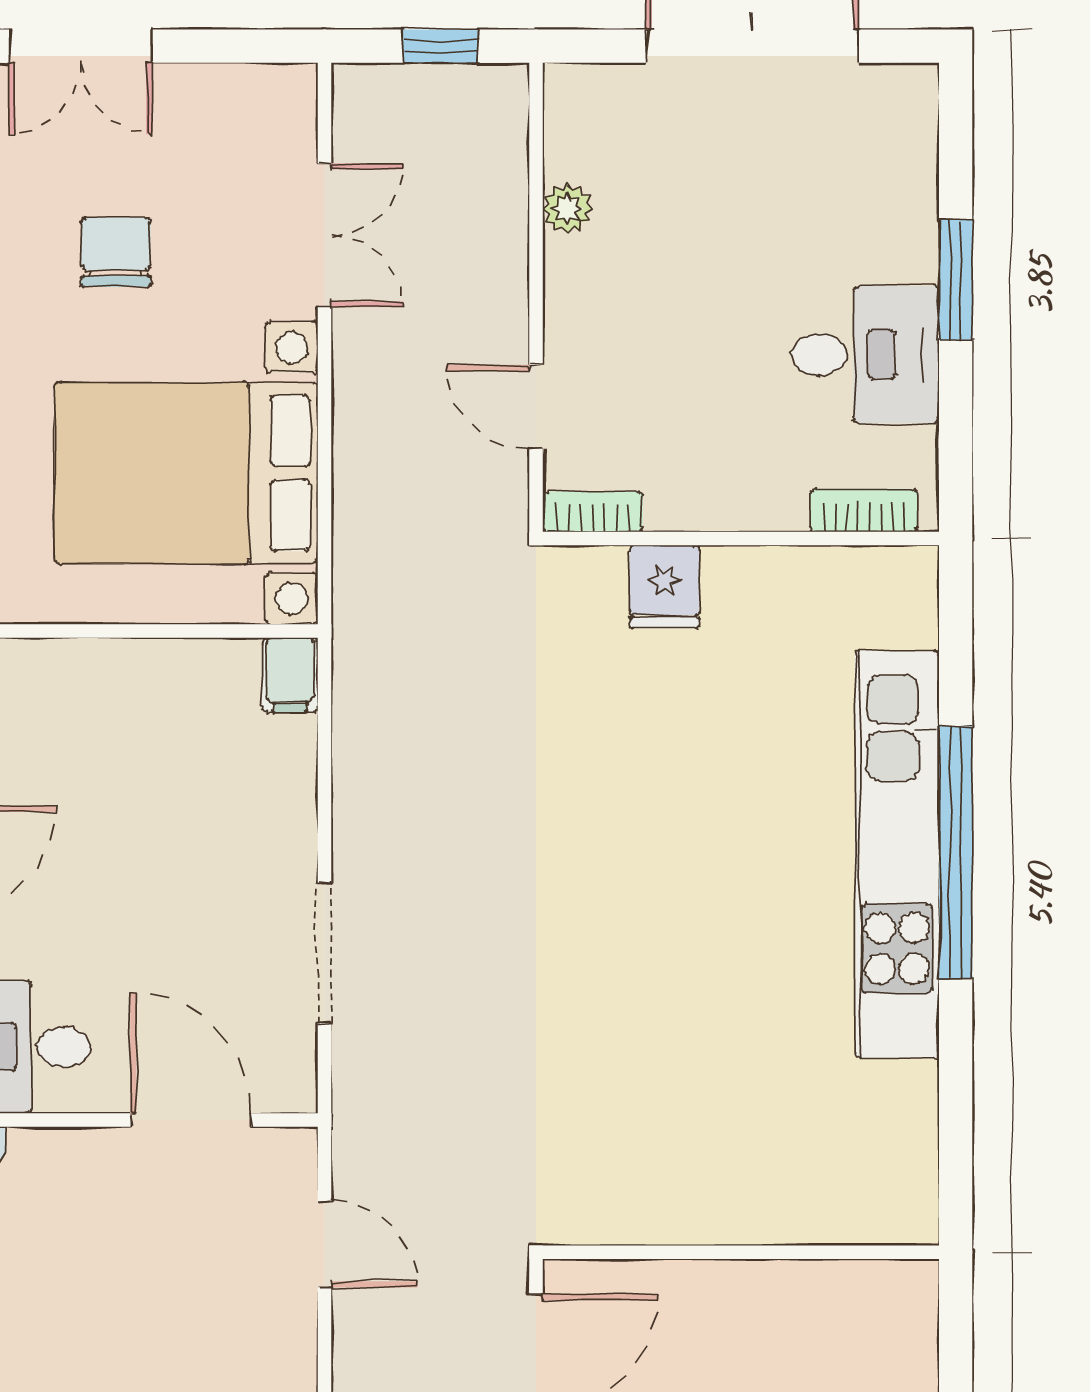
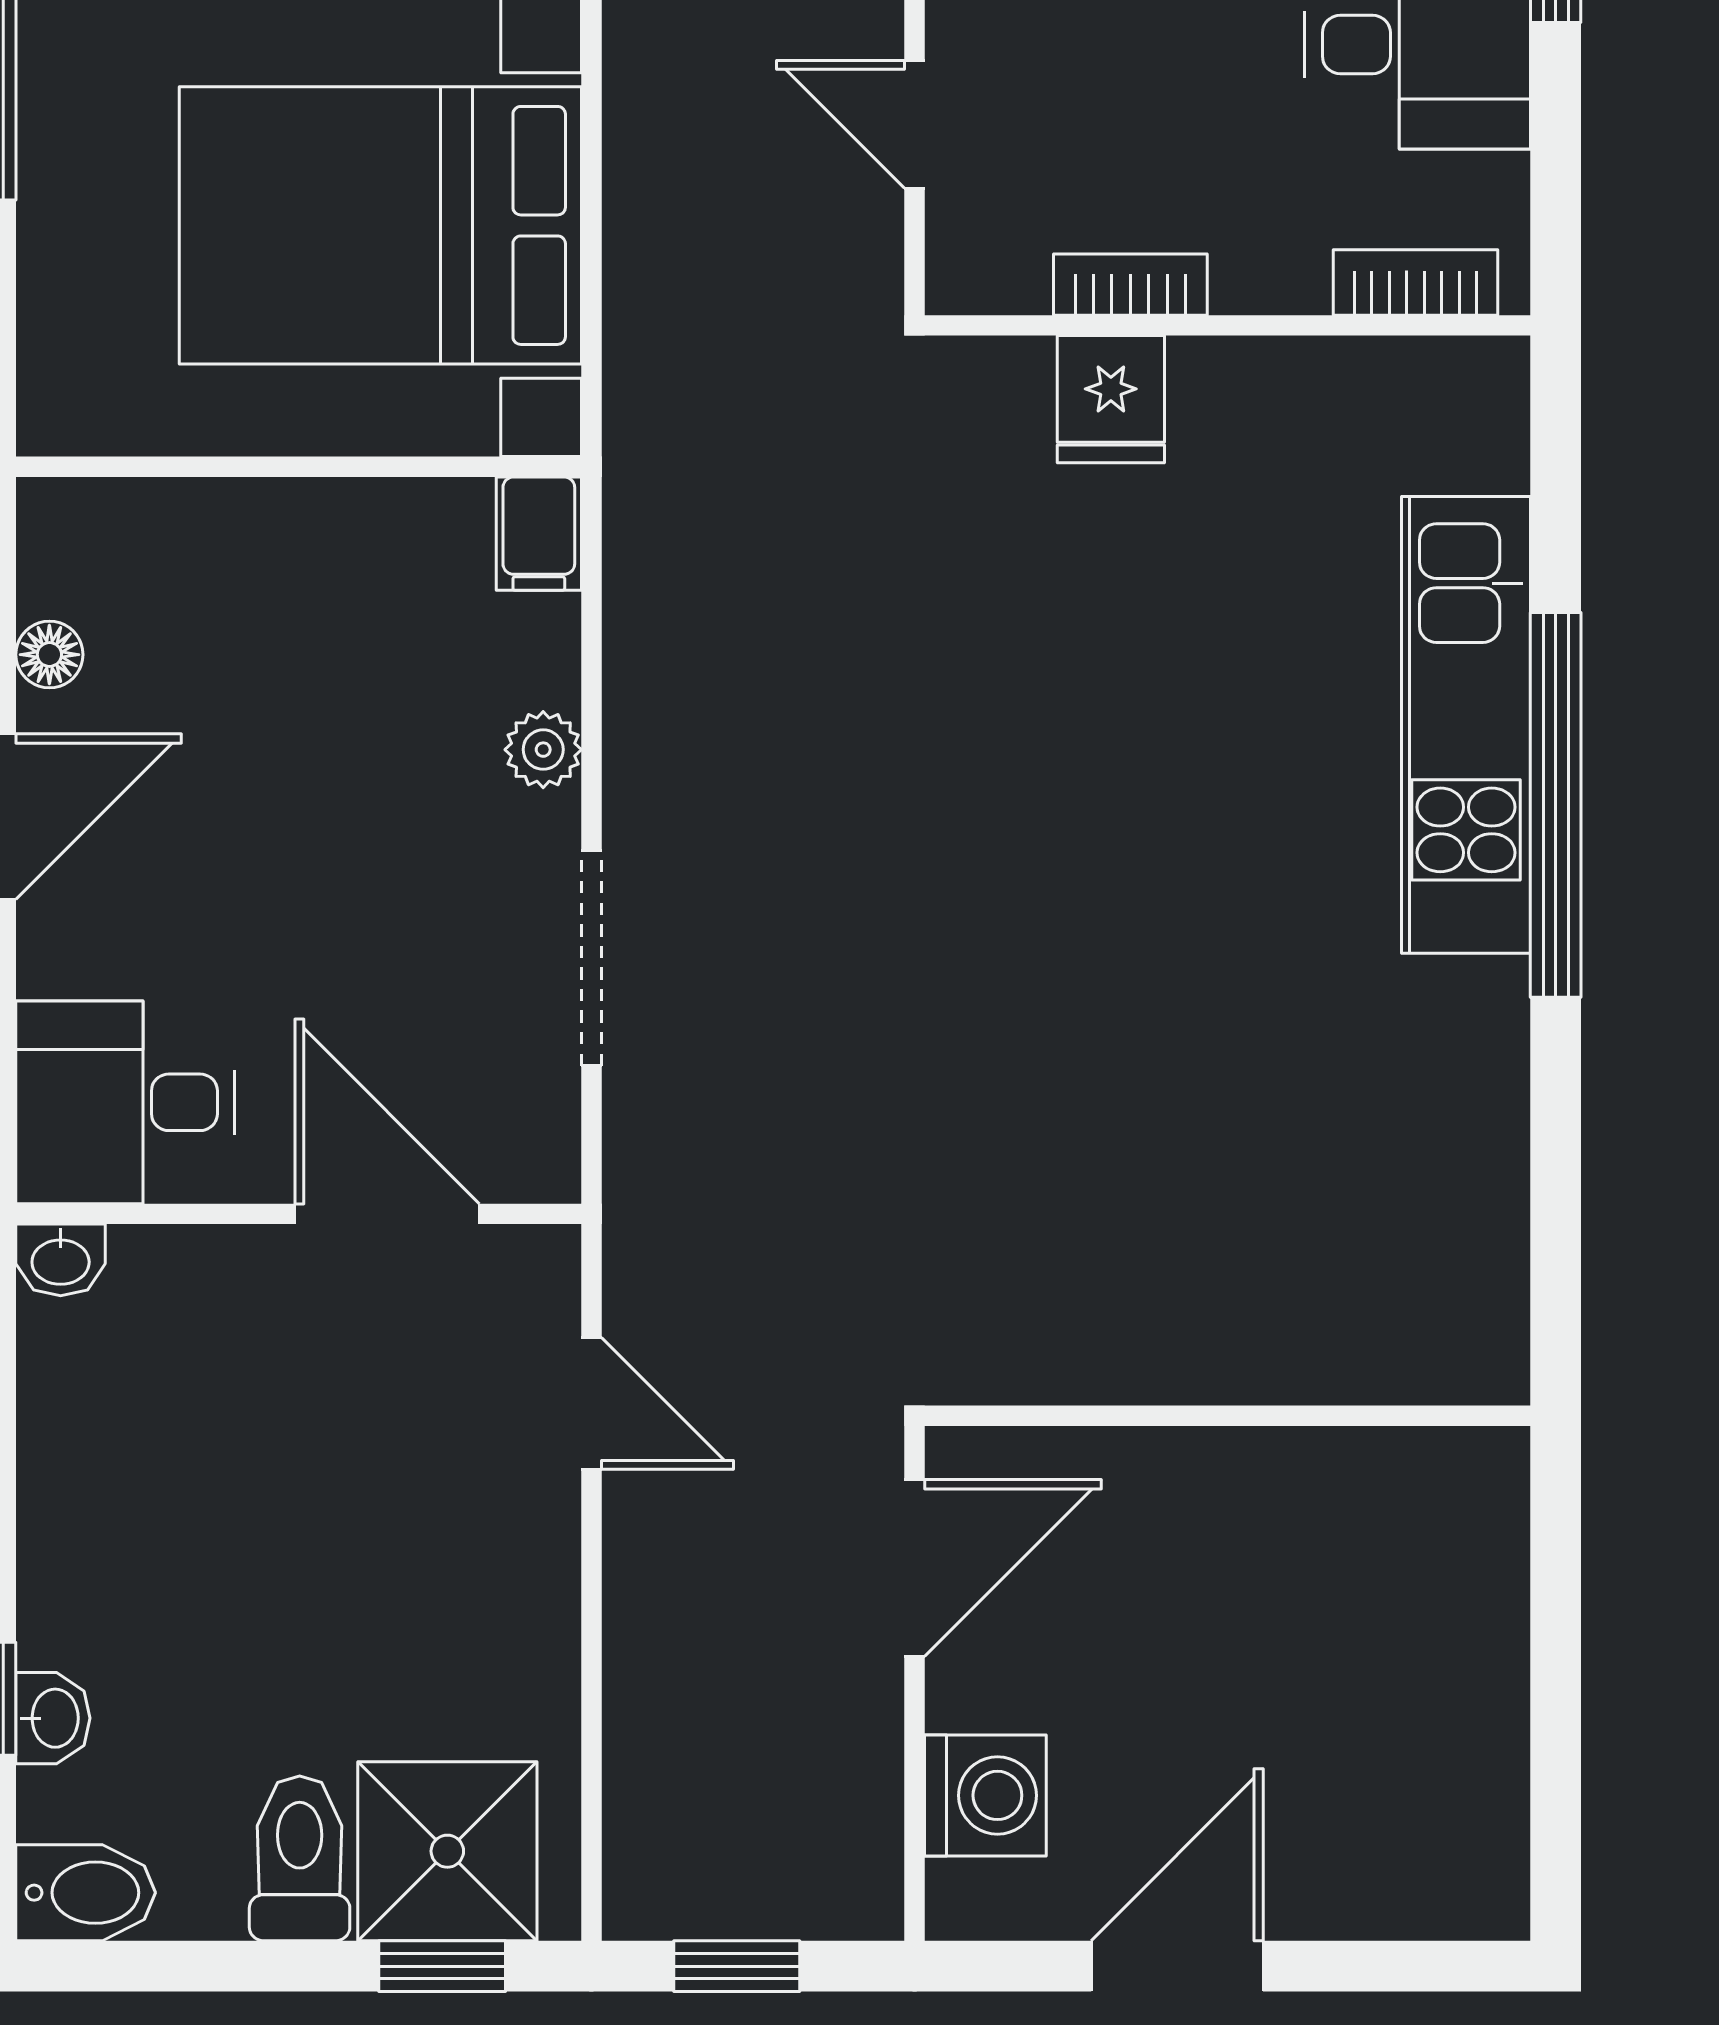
bookcase: (593, 512) -> (1130, 285), moved
plant: (293, 816) -> (543, 750), added
kitchen unit: (897, 854) -> (1466, 725), width x0.73

